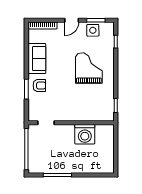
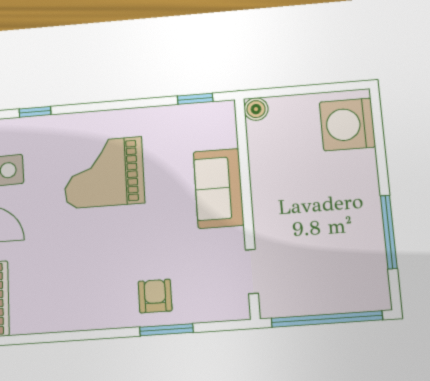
sofa: (37, 59) -> (219, 188), moved, turned -90
boiler: (110, 129) -> (256, 109), added
washing machine: (85, 134) -> (347, 124), moved, turned 180

